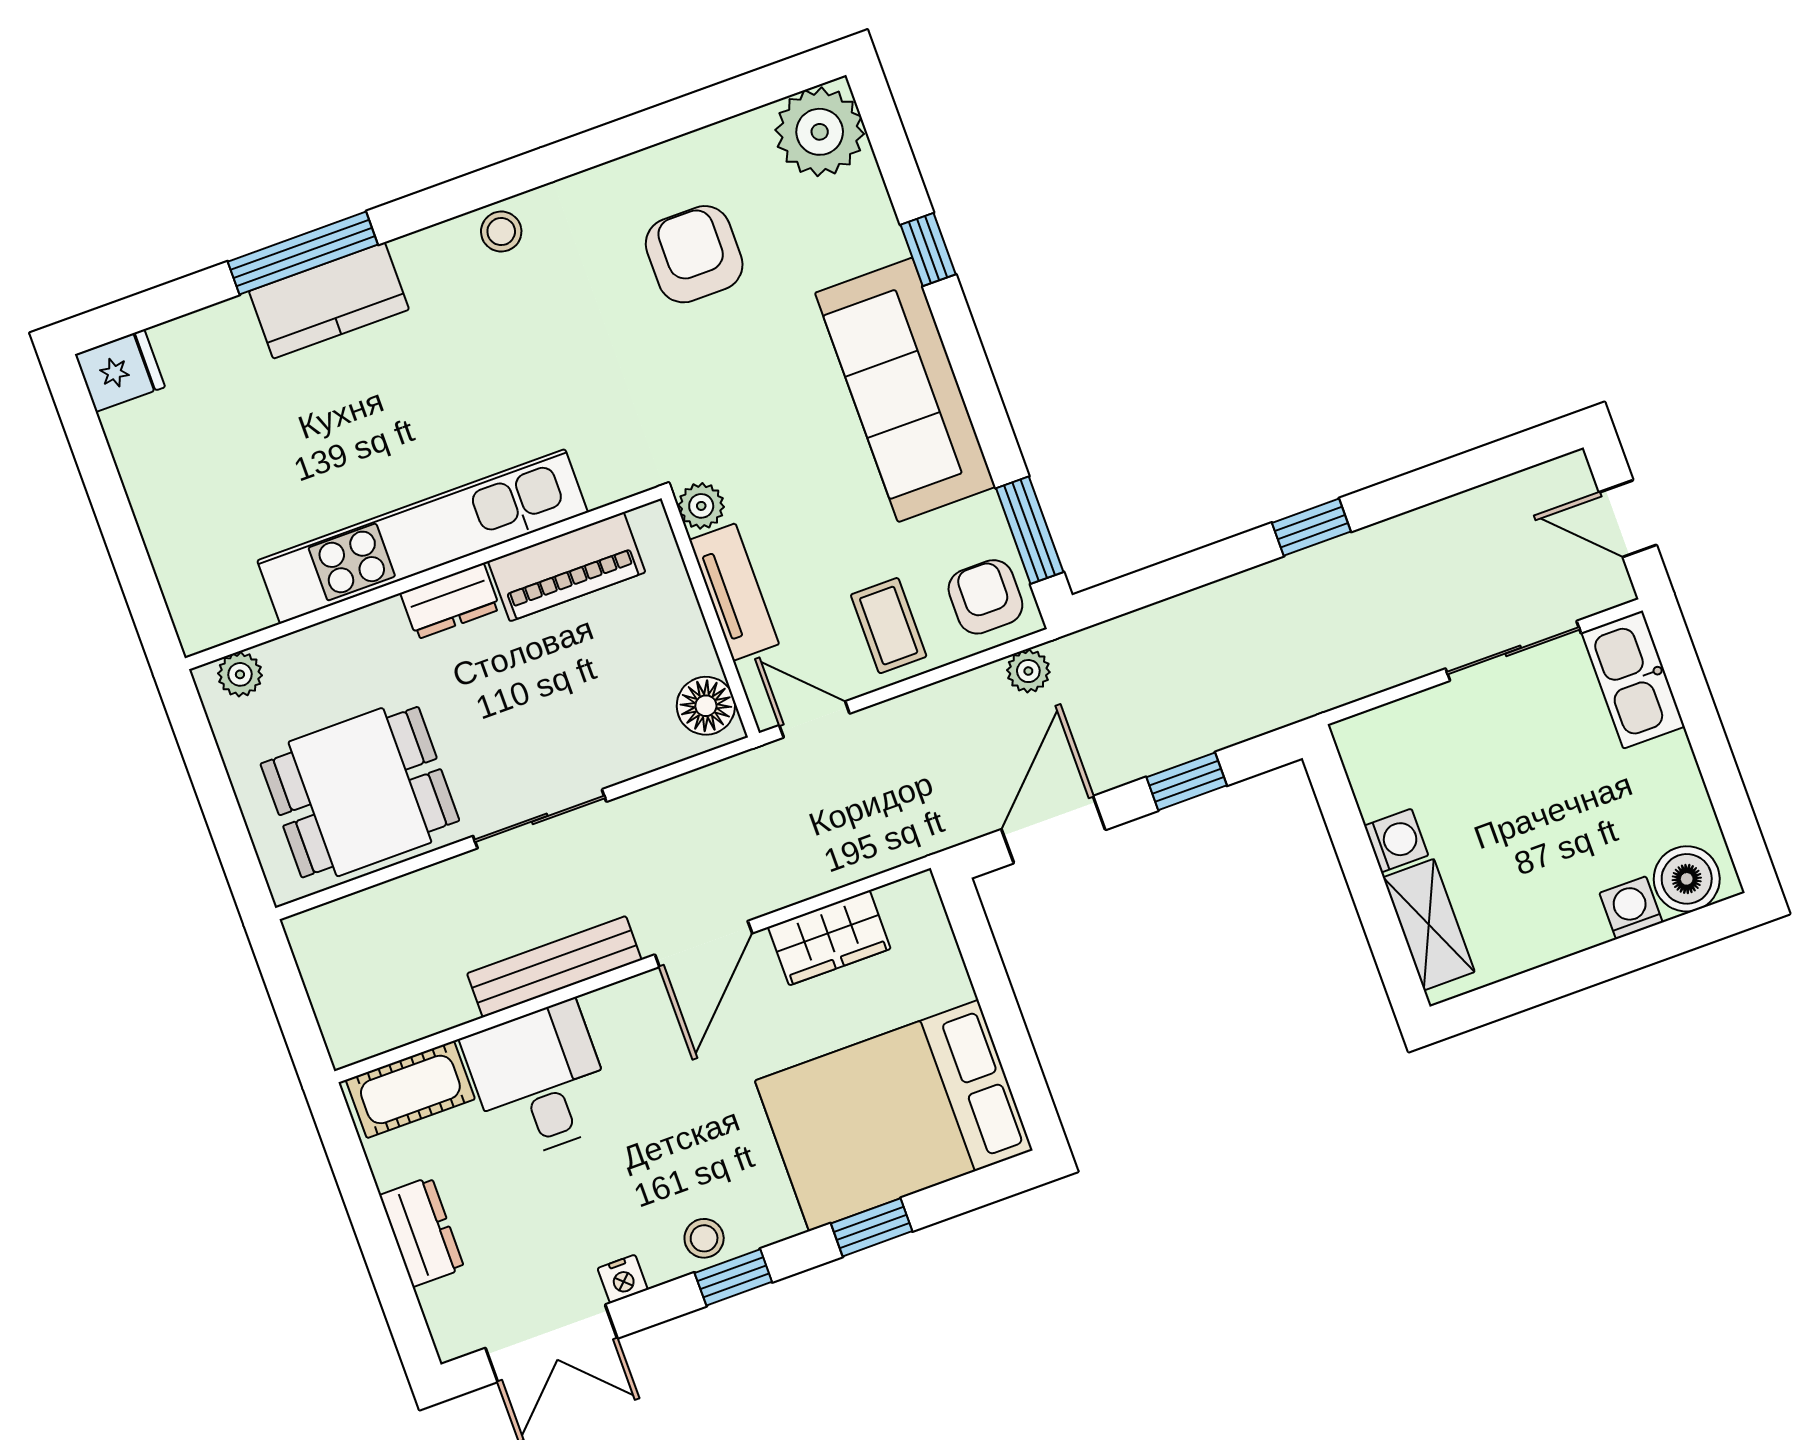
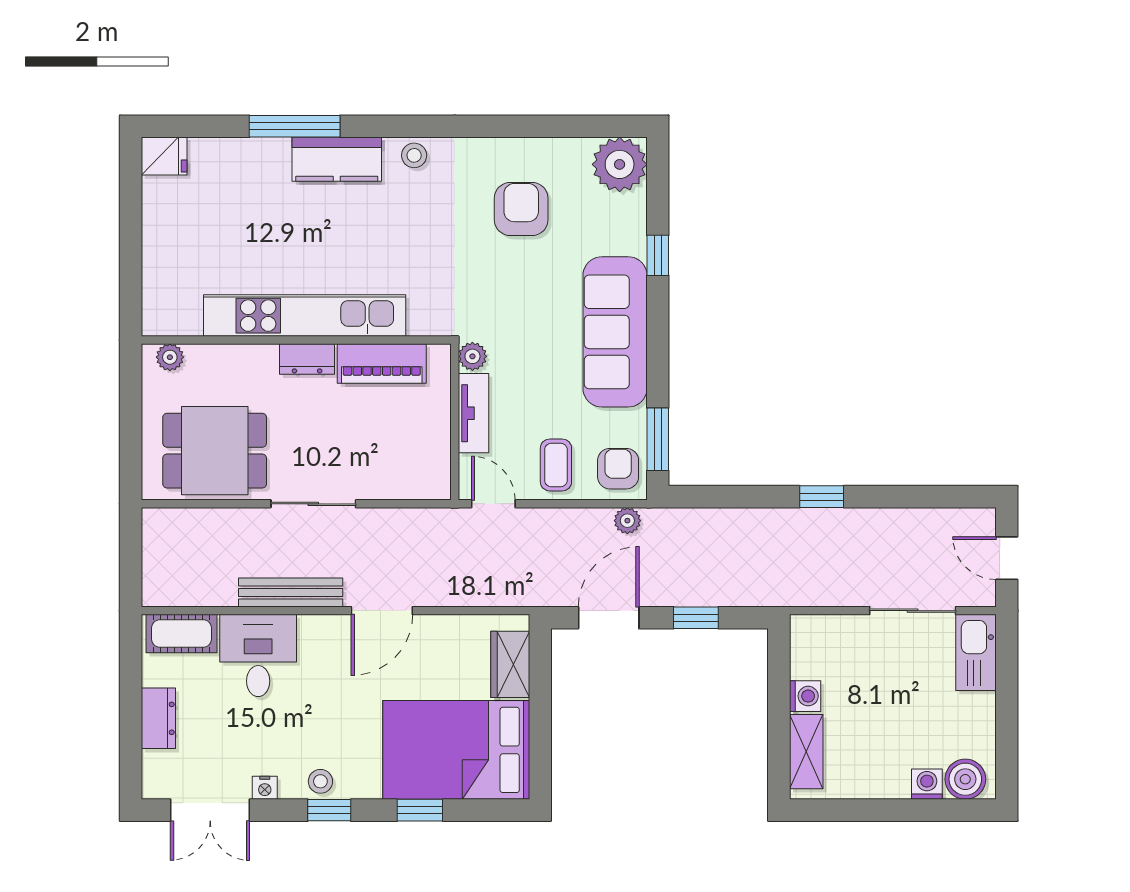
kitchen counter: (329, 300) -> (337, 159), moved
floor lamp: (706, 706) -> (433, 473), removed
wardrobe: (829, 938) -> (510, 664), moved, turned 90

